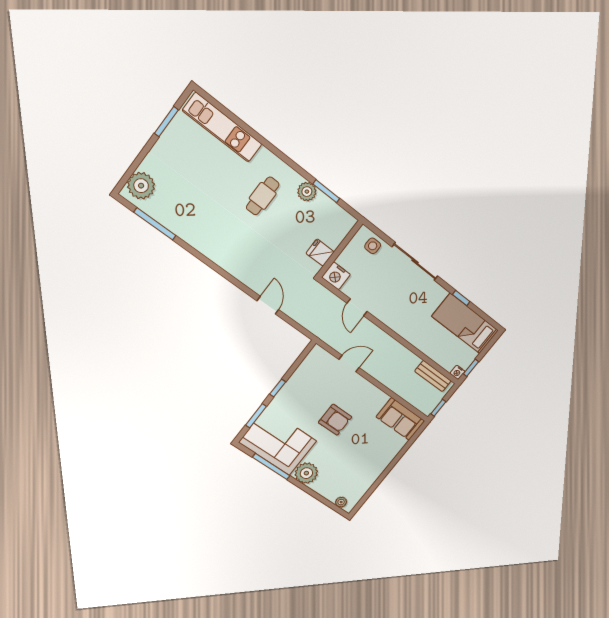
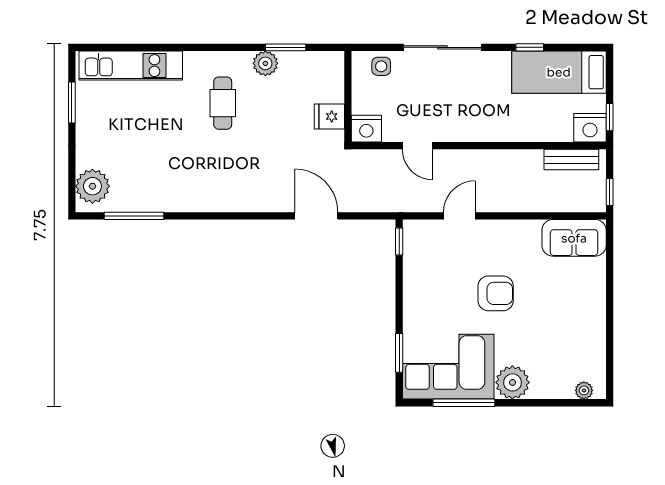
door: (268, 305) -> (316, 216), width x1.38
nightstand: (457, 372) -> (590, 128), width x1.89, depth x1.79
window: (278, 388) -> (399, 241), moved

